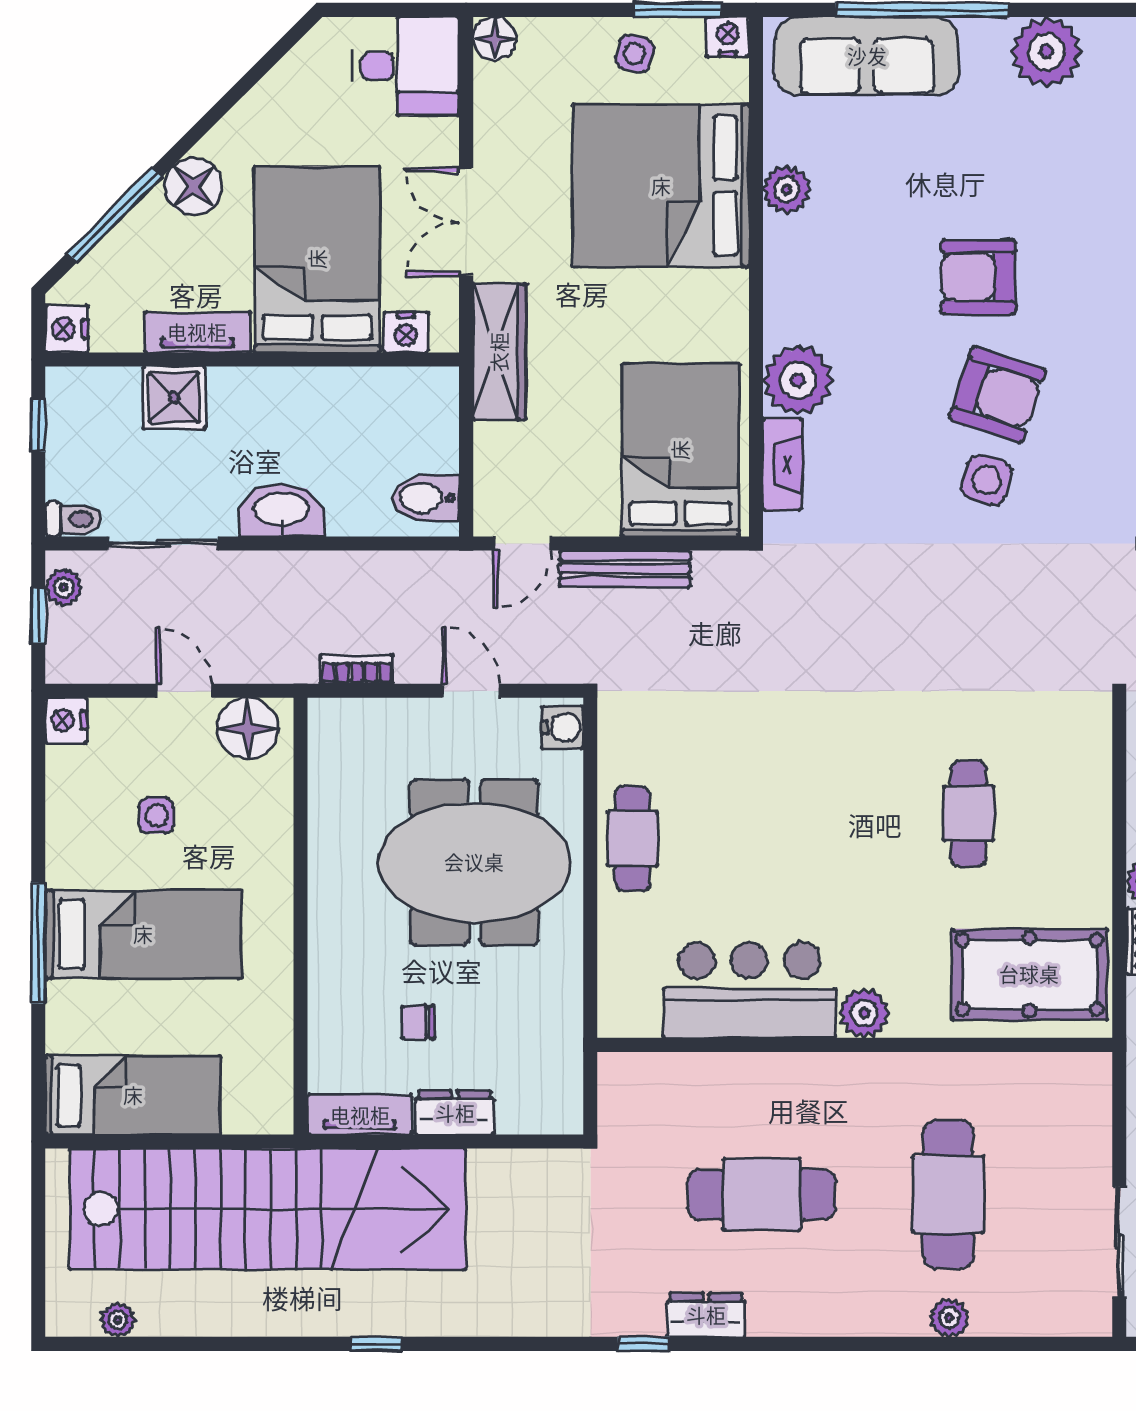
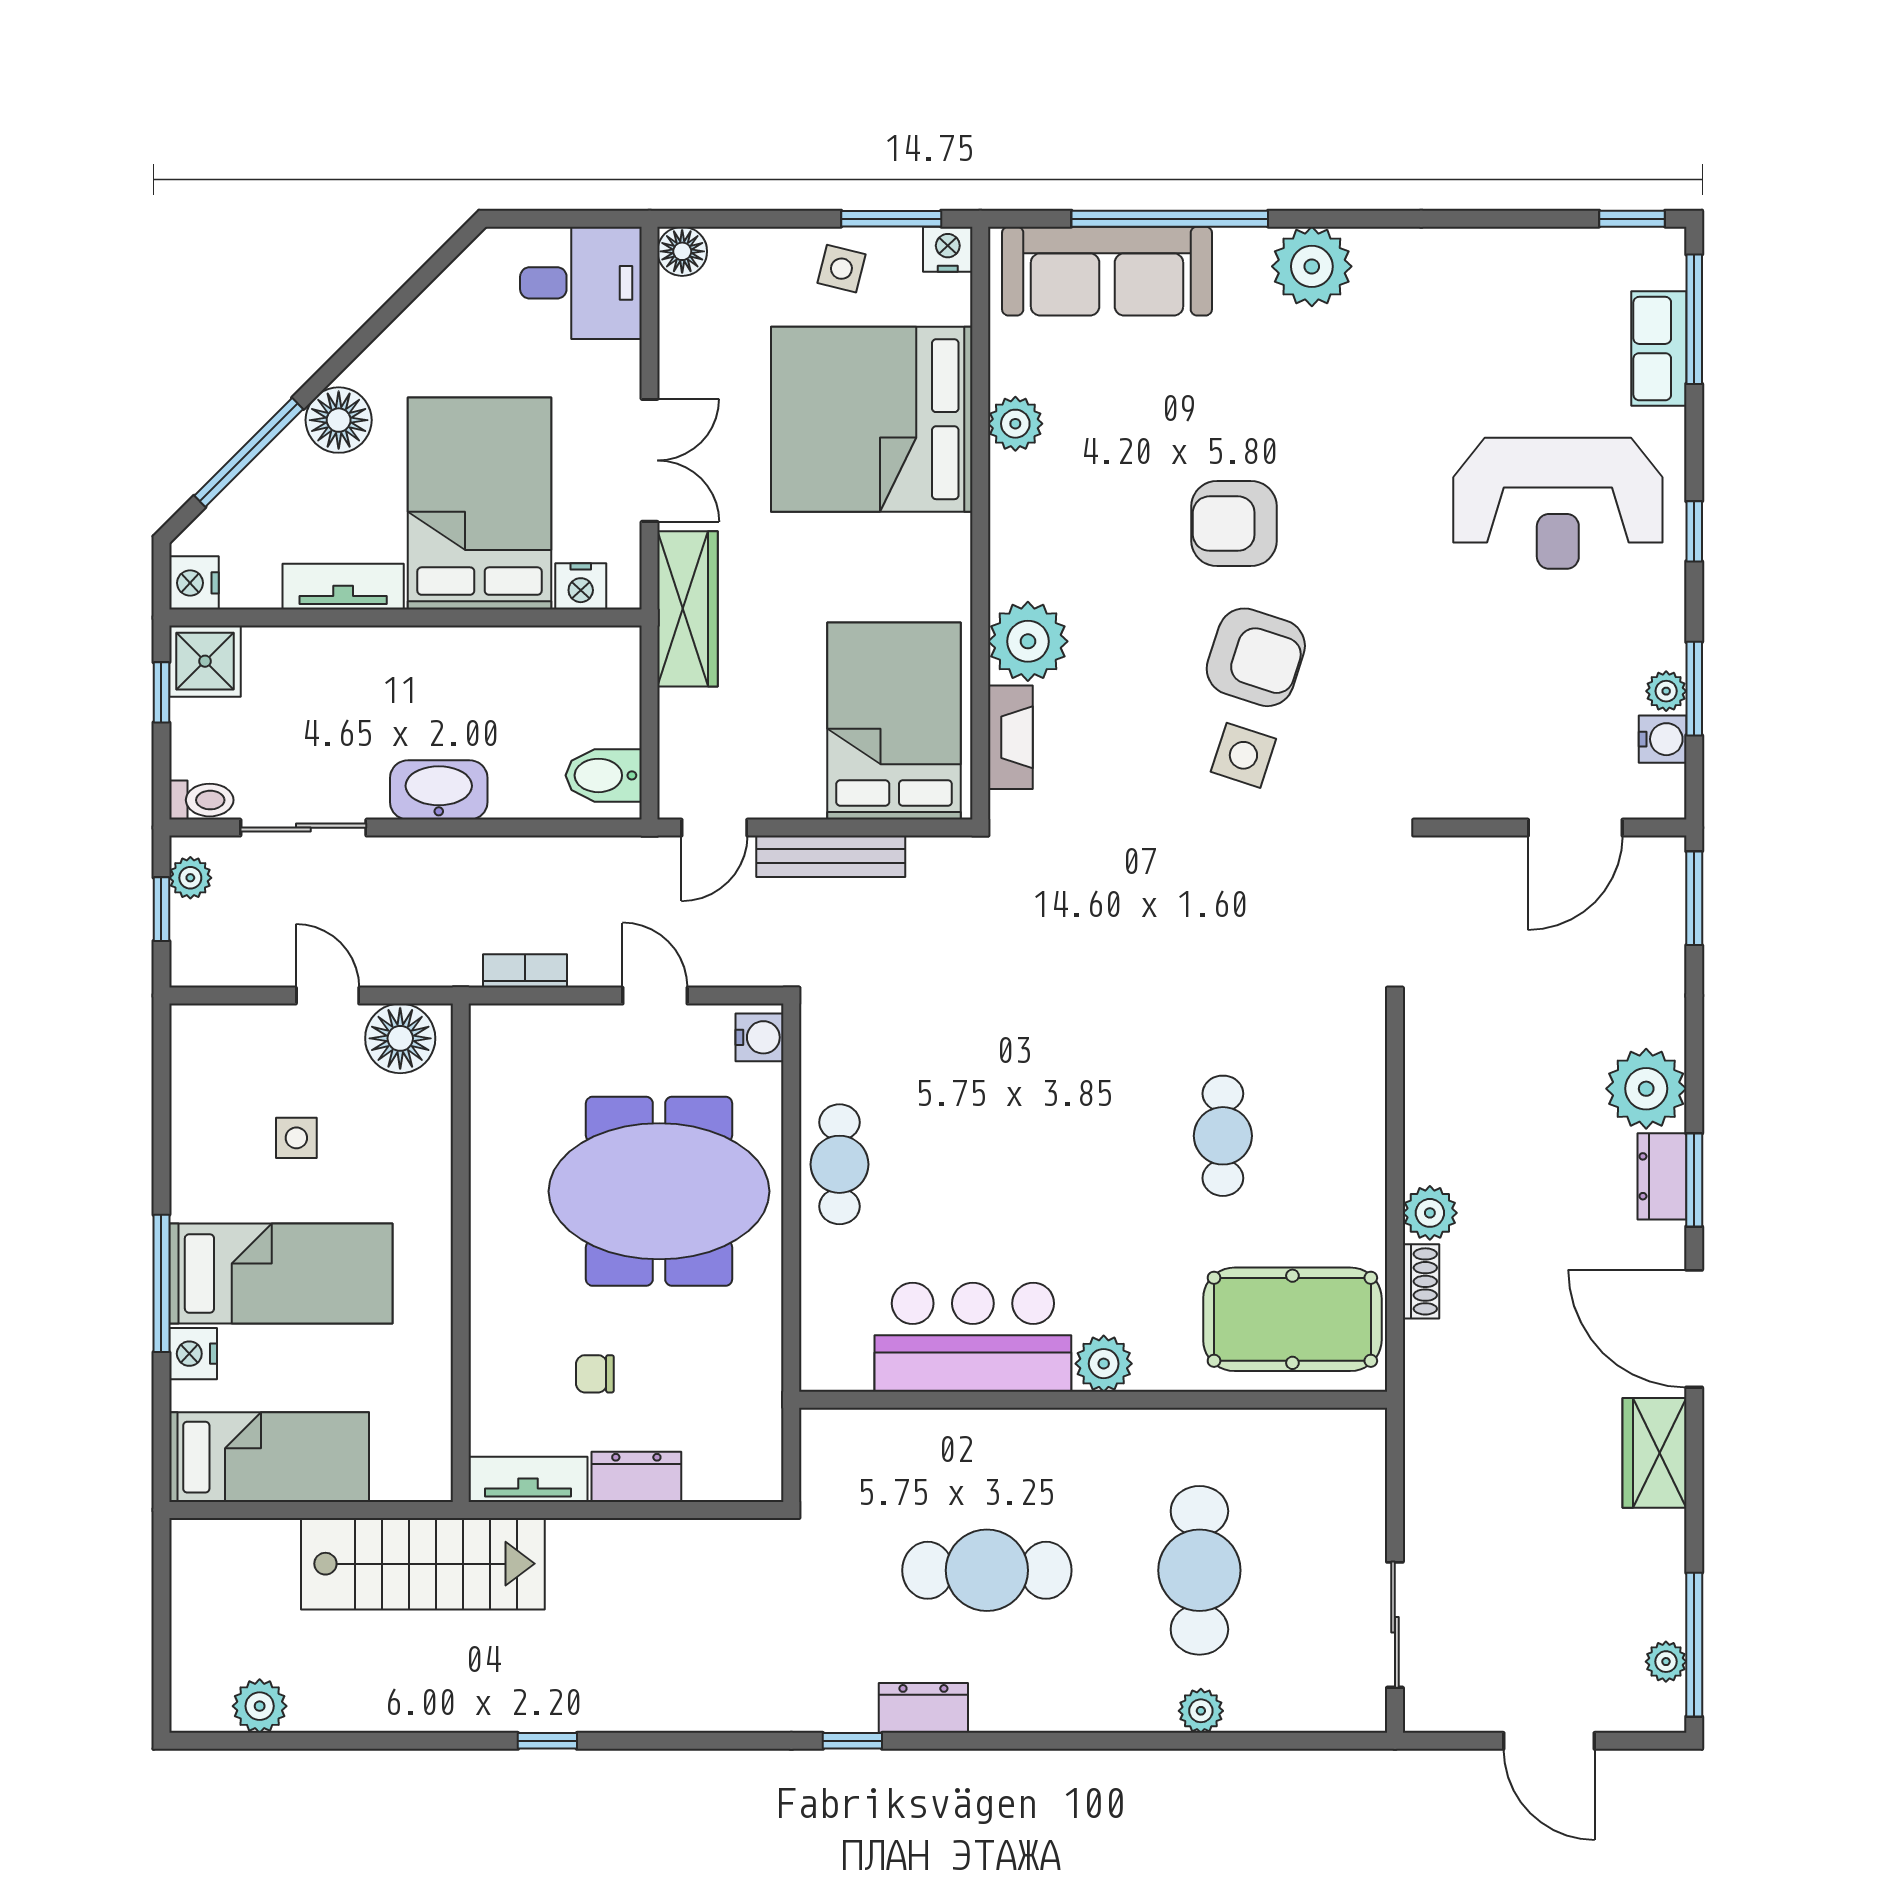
double door: (466, 222) -> (650, 460), swing flipped
shower: (174, 398) -> (205, 661), moved
nightstand: (66, 720) -> (193, 1354), moved
stairs: (267, 1209) -> (423, 1564), width x0.54, depth x0.66
plant: (118, 1320) -> (260, 1706), width x1.38, depth x1.38

